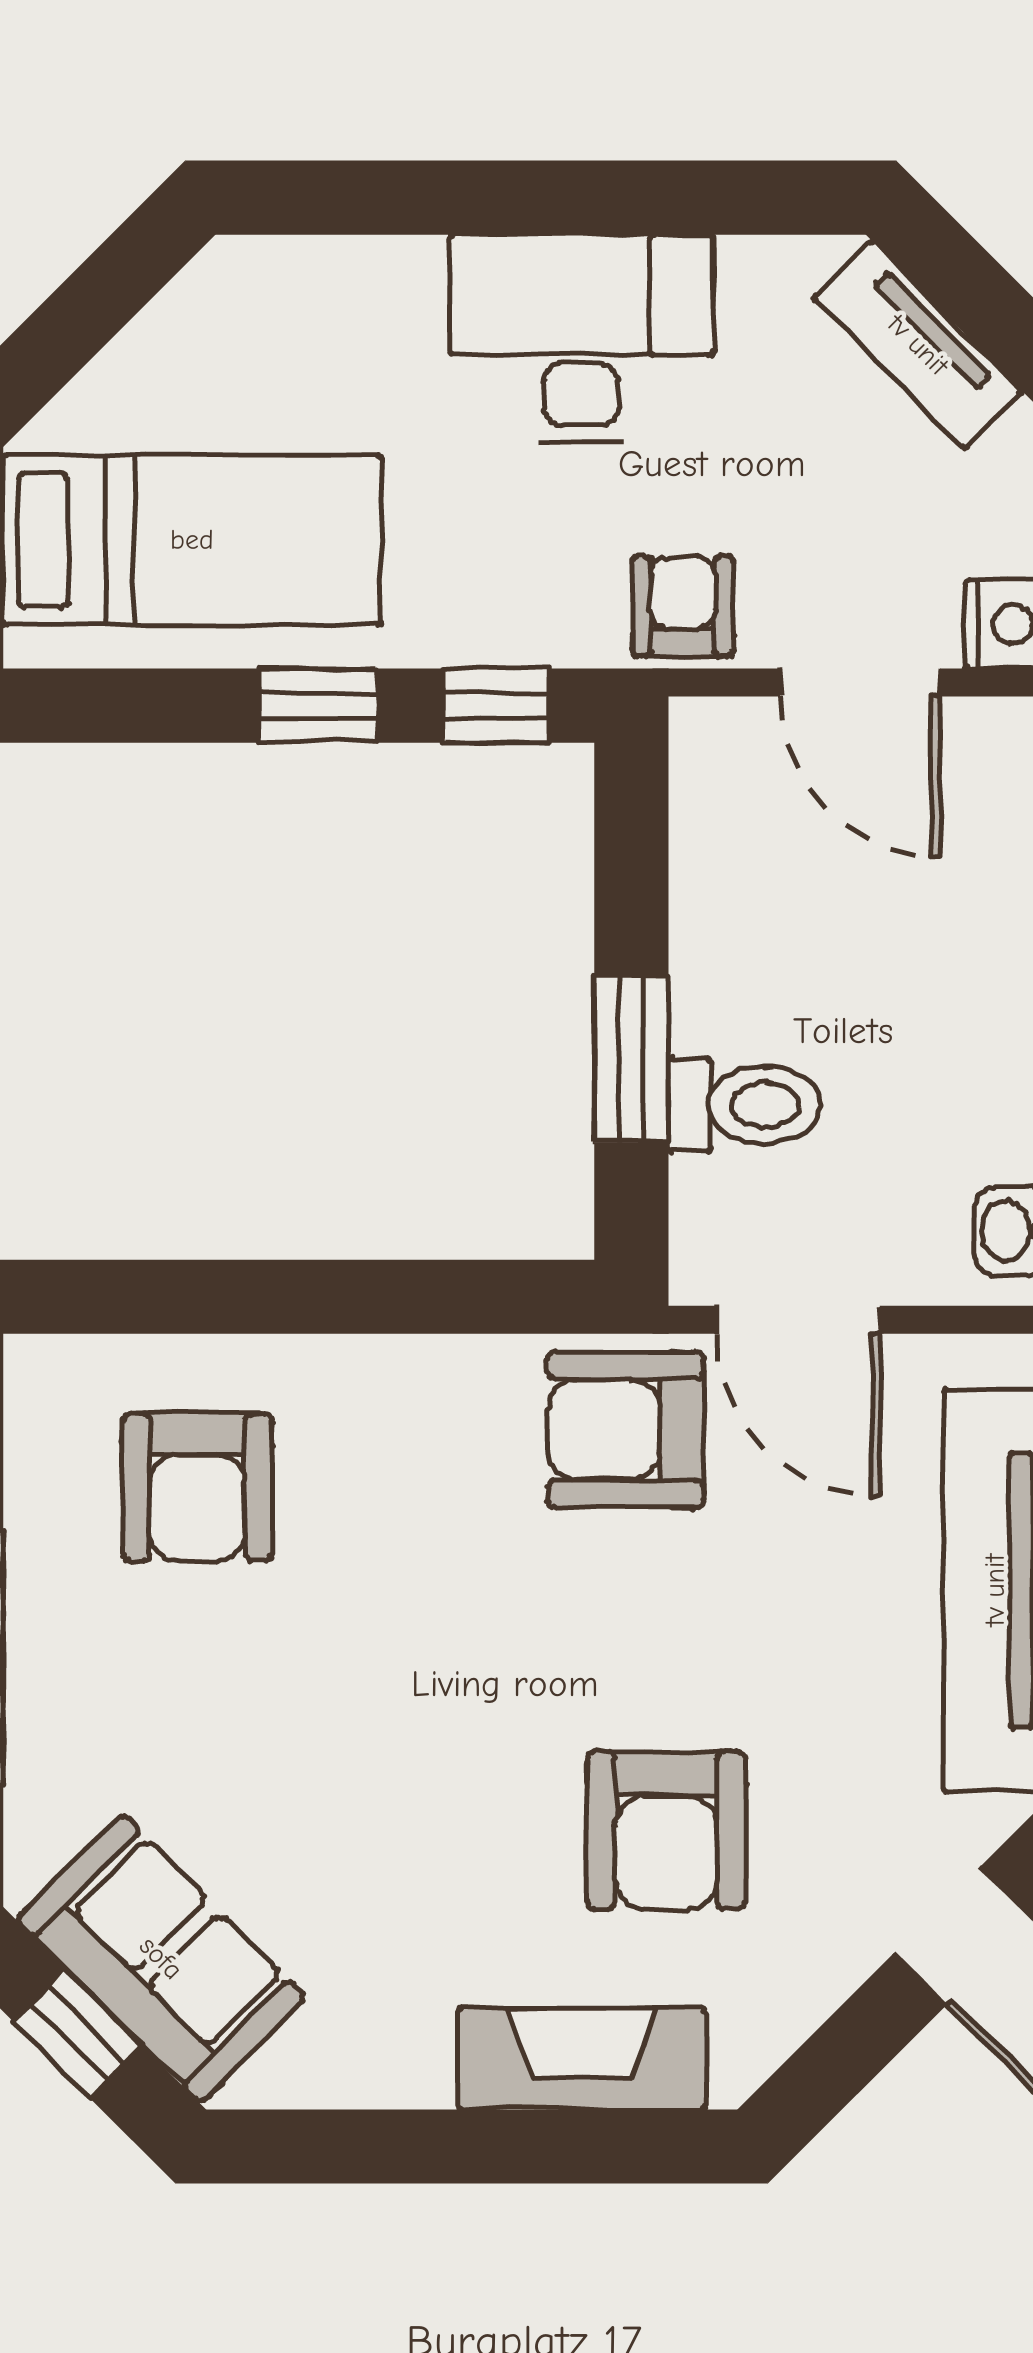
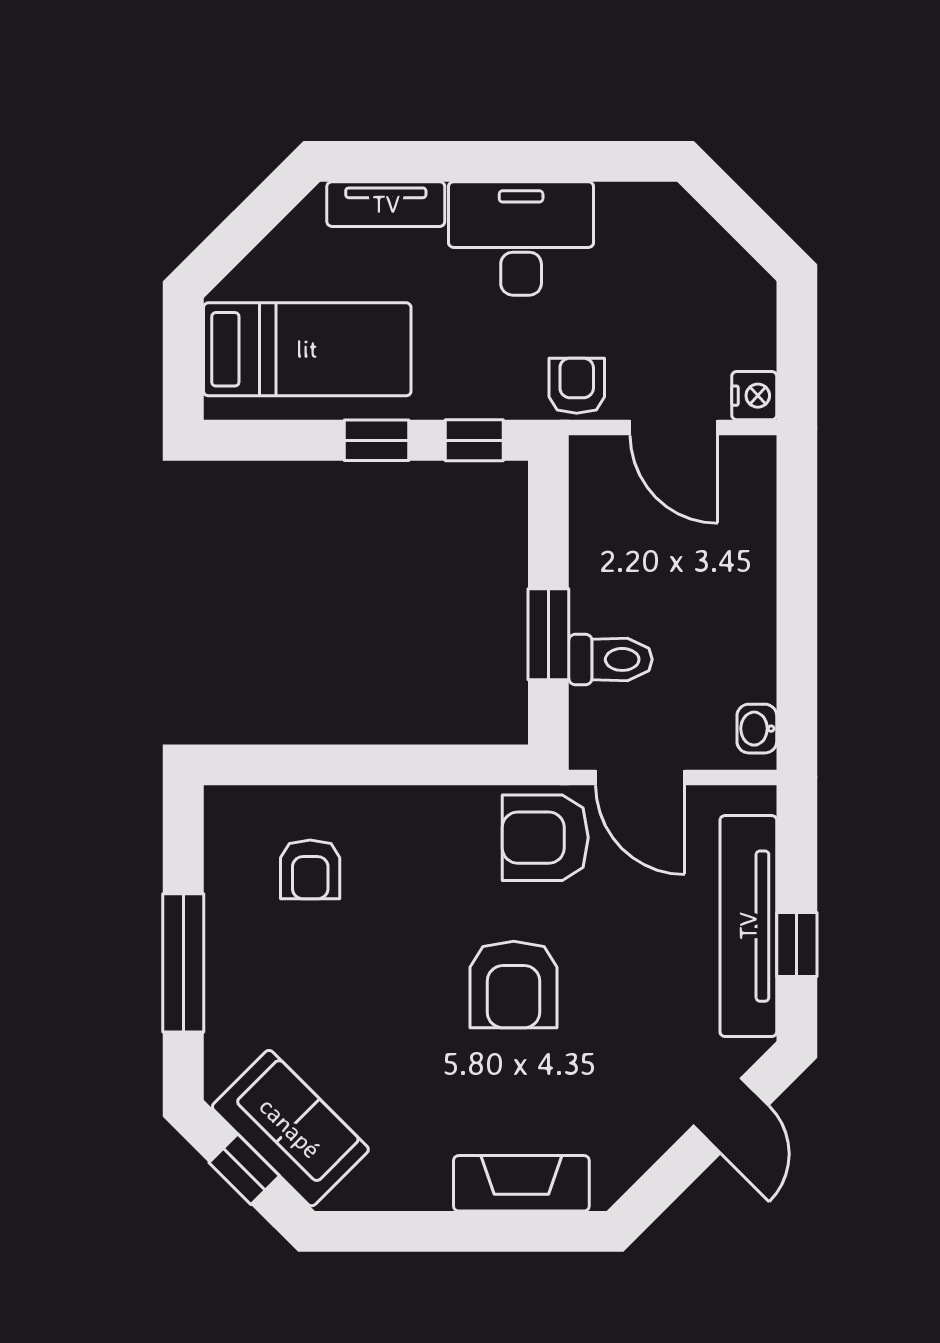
tv unit: (918, 345) -> (386, 204), moved, turned -45
armchair: (198, 1487) -> (310, 869), width x0.72, depth x0.72
armchair: (666, 1831) -> (514, 985), moved

